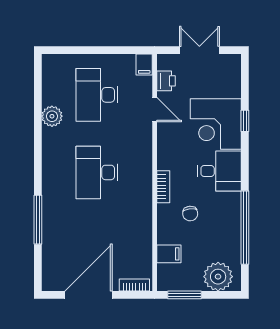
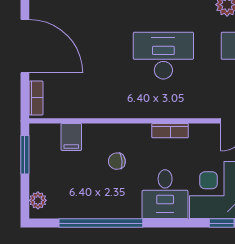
bookcase: (163, 187) -> (170, 131), moved
plant: (218, 277) -> (38, 200), width x0.53, depth x0.53

